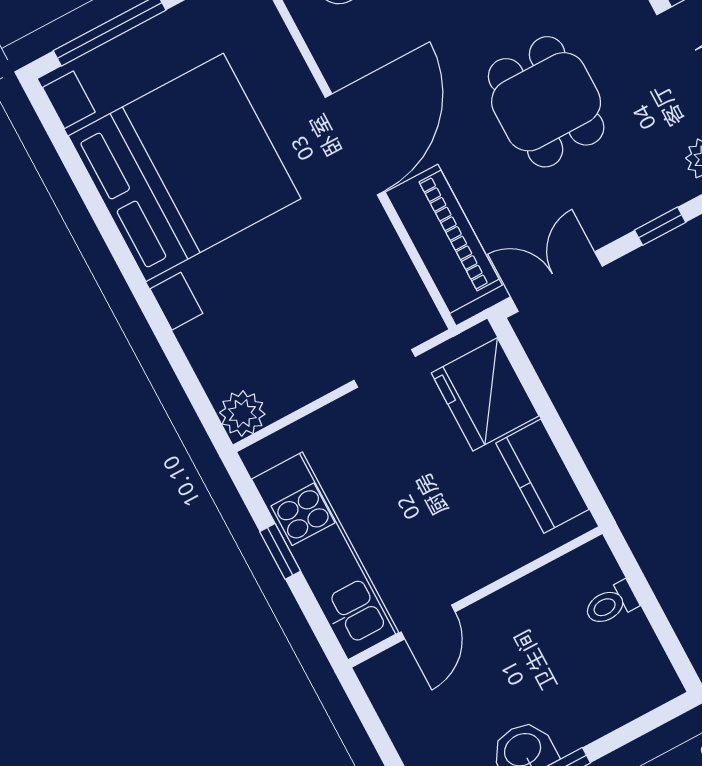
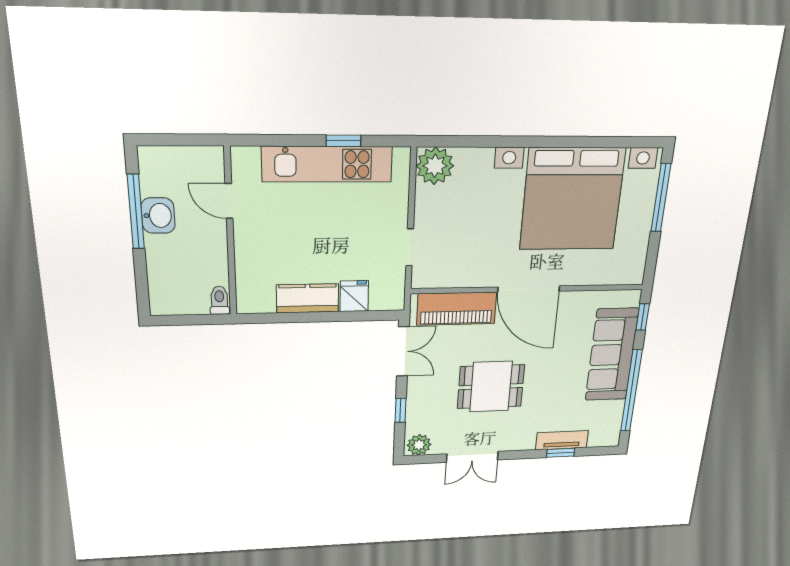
fridge: (485, 394) -> (354, 296), width x0.53, depth x0.75
plant: (242, 413) -> (435, 166), width x1.36, depth x1.36
wall: (475, 597) -> (230, 233), moved
door: (428, 622) -> (229, 201), moved

